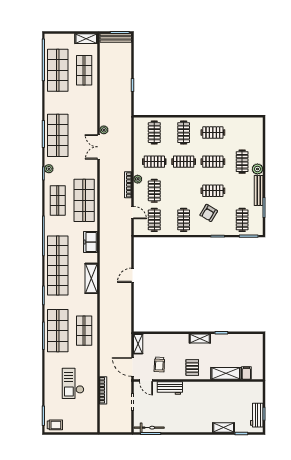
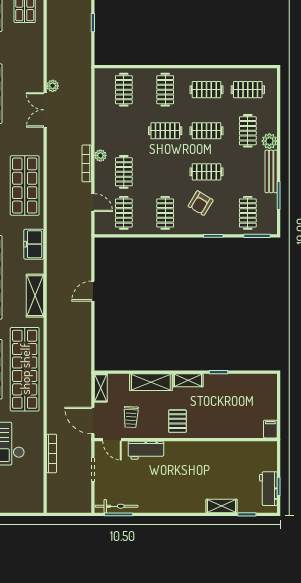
clothes rail: (154, 162) -> (248, 90), moved
shop shelf: (84, 331) -> (25, 369), width x2.00, depth x1.36
shelving: (226, 373) -> (151, 382), moved
filing cabinet: (246, 373) -> (270, 429), moved

